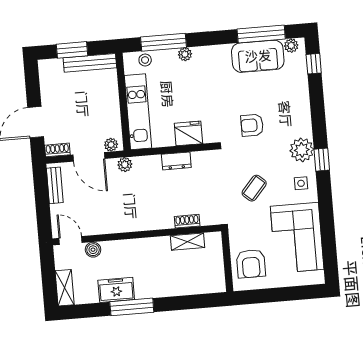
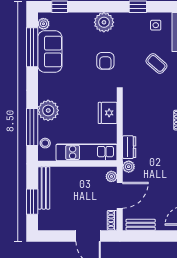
plant: (185, 54) -> (48, 110), width x1.88, depth x1.88
plant: (302, 150) -> (104, 22), moved
dresser: (176, 161) -> (129, 147), moved

